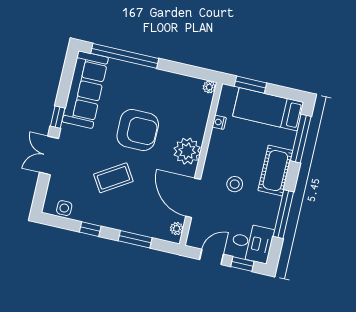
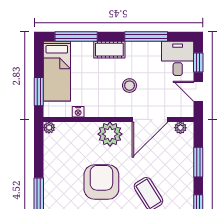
cot: (275, 171) -> (109, 50), width x0.73, depth x0.75

